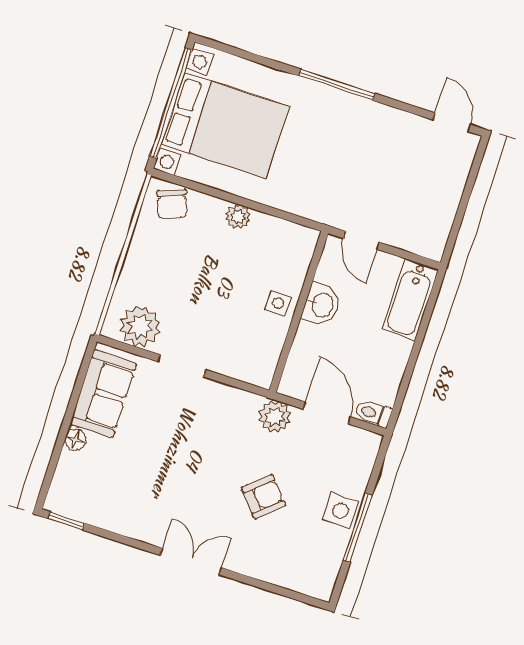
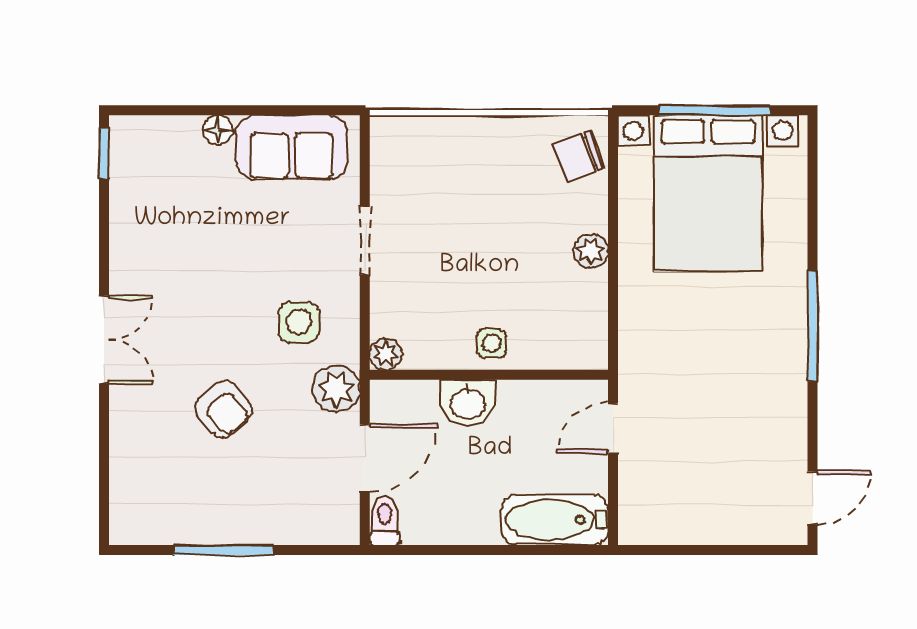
window: (171, 103) -> (715, 110), width x0.68
washbasin: (322, 305) -> (468, 403), moved
plant: (140, 326) -> (385, 354), moved, width x0.53, depth x0.53
side table: (340, 511) -> (299, 322), moved

